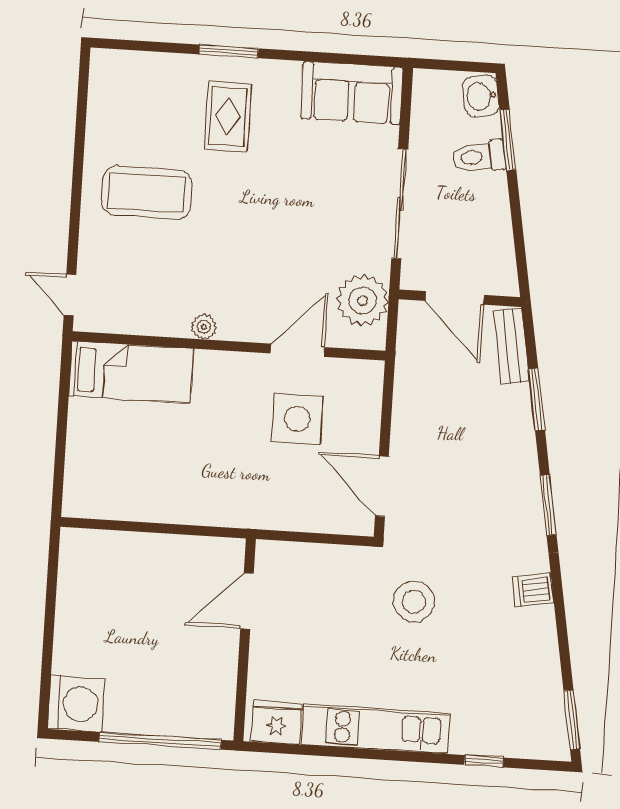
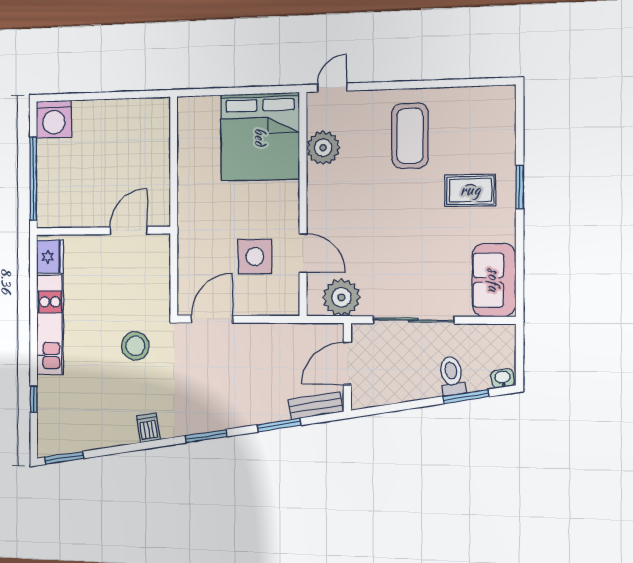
washbasin: (481, 96) -> (503, 378), width x0.72, depth x0.69
plant: (204, 327) -> (323, 148), moved, width x1.88, depth x1.88
bed: (131, 372) -> (260, 137), width x2.04
door: (247, 601) -> (128, 231), hinge flipped

